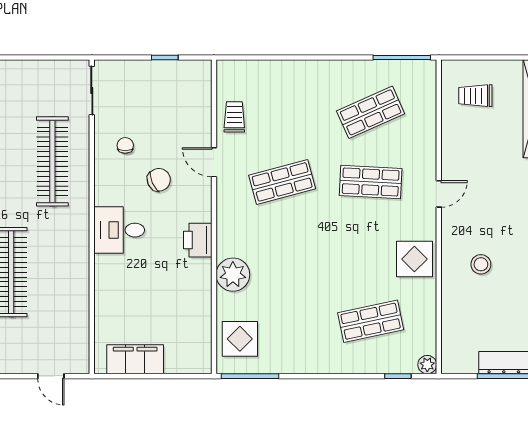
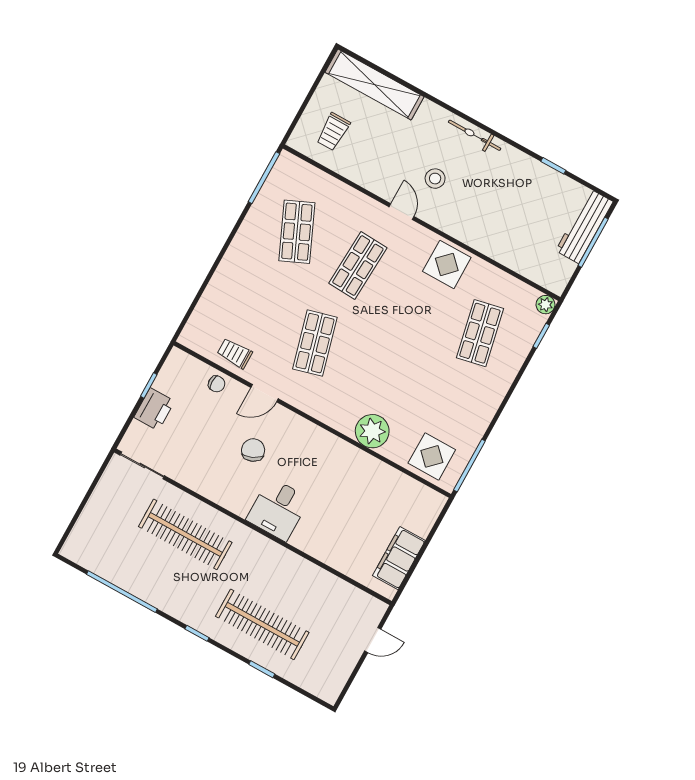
chair: (125, 145) -> (217, 384), moved, turned 180
printer: (198, 240) -> (154, 409), moved, turned -90
stool: (481, 264) -> (435, 179), moved

